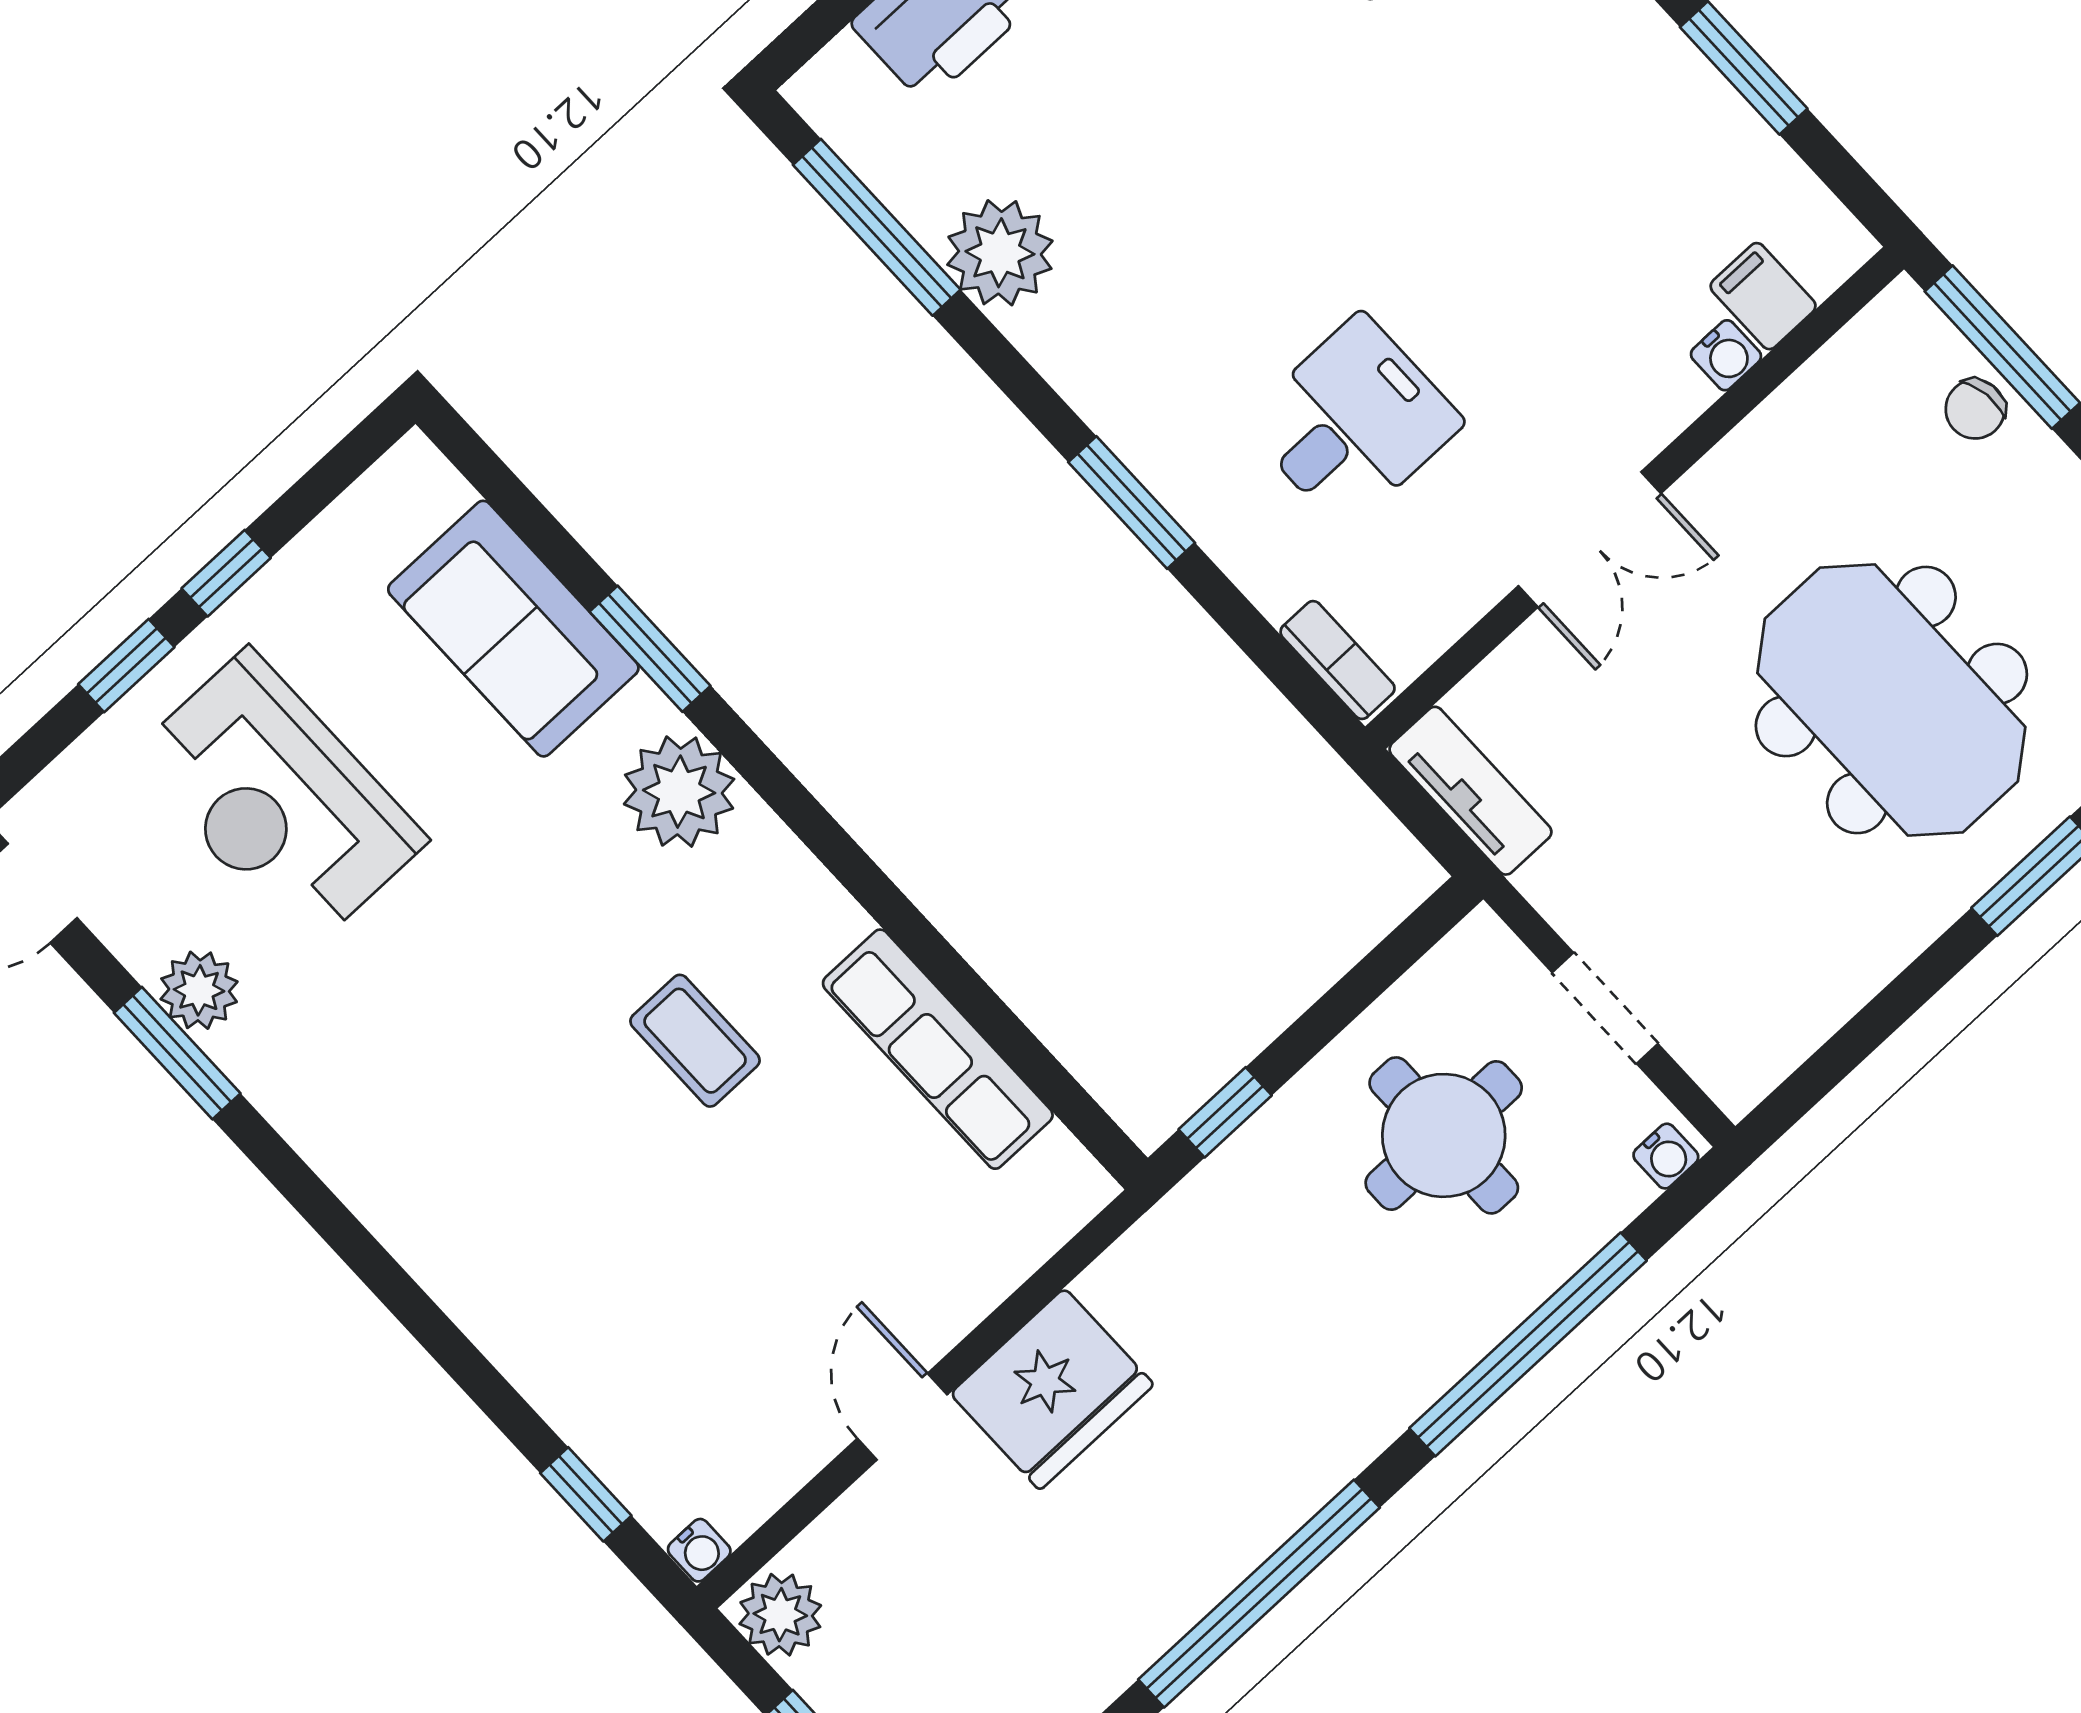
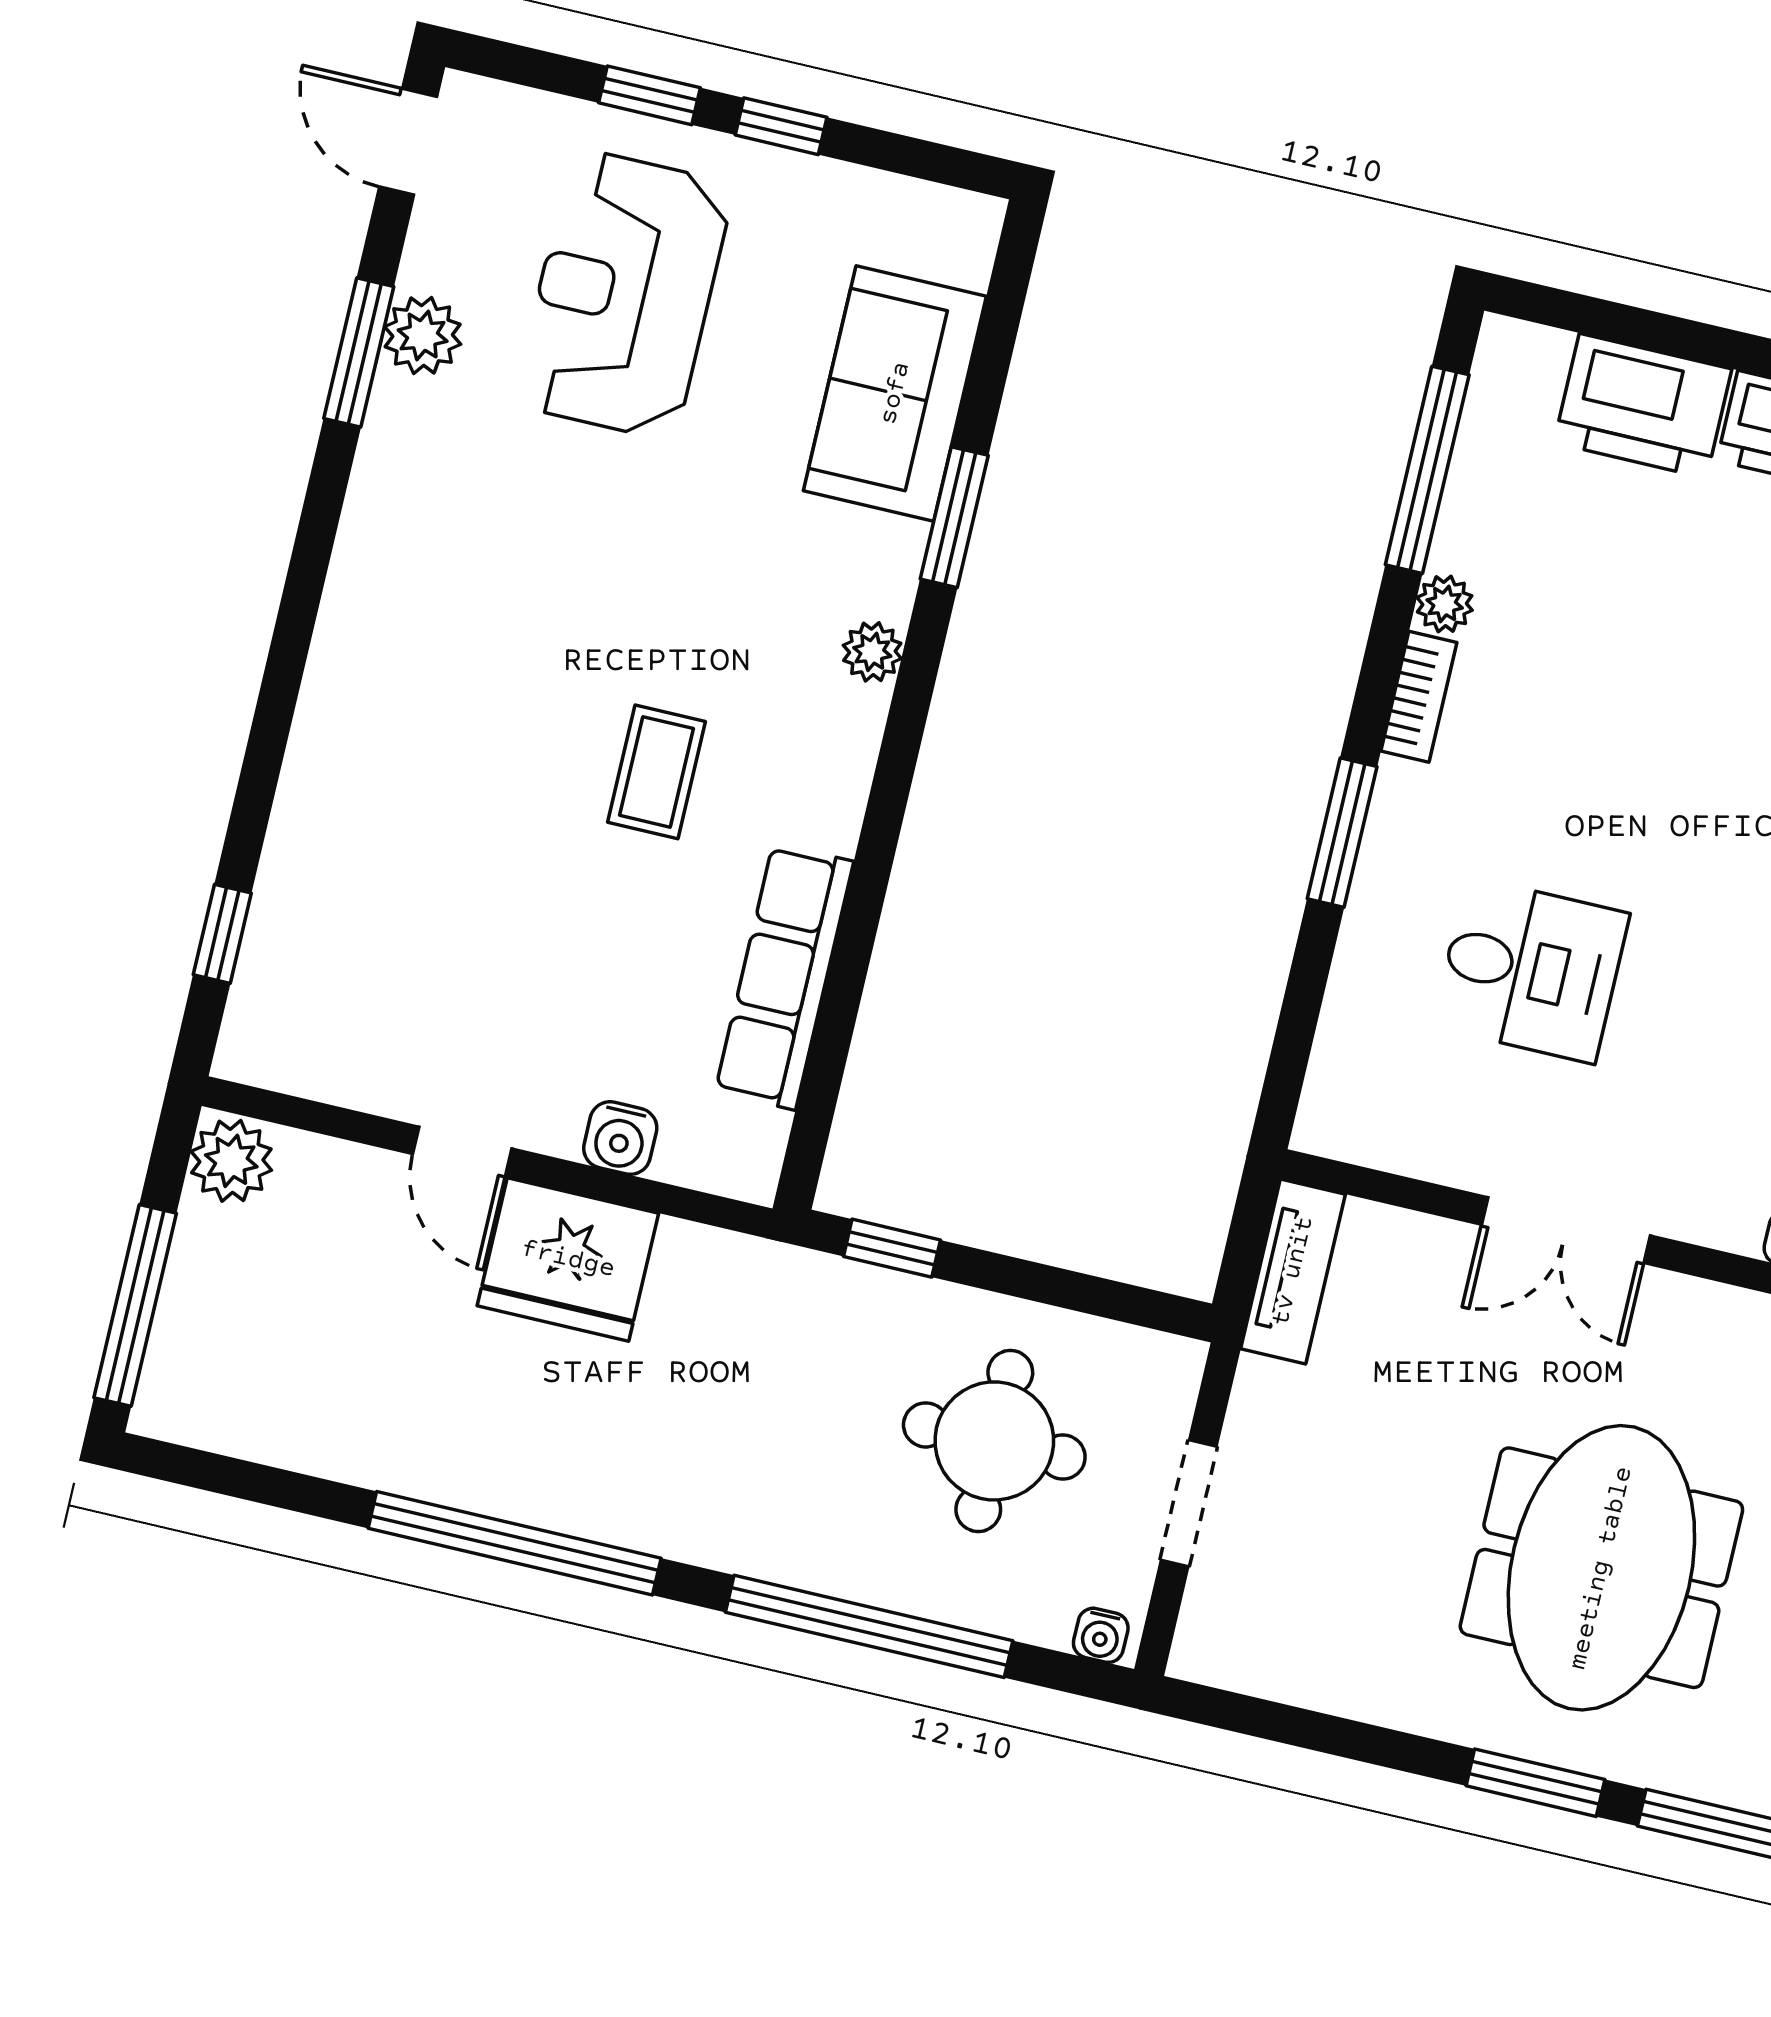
plant: (1000, 253) -> (1445, 604), width x0.53, depth x0.53
bookcase: (1338, 660) -> (1419, 697), moved
plant: (679, 792) -> (872, 652), width x0.53, depth x0.53
door: (902, 1417) -> (462, 1151), swing flipped
water cooler: (699, 1550) -> (620, 1138), moved, width x1.38, depth x1.38

